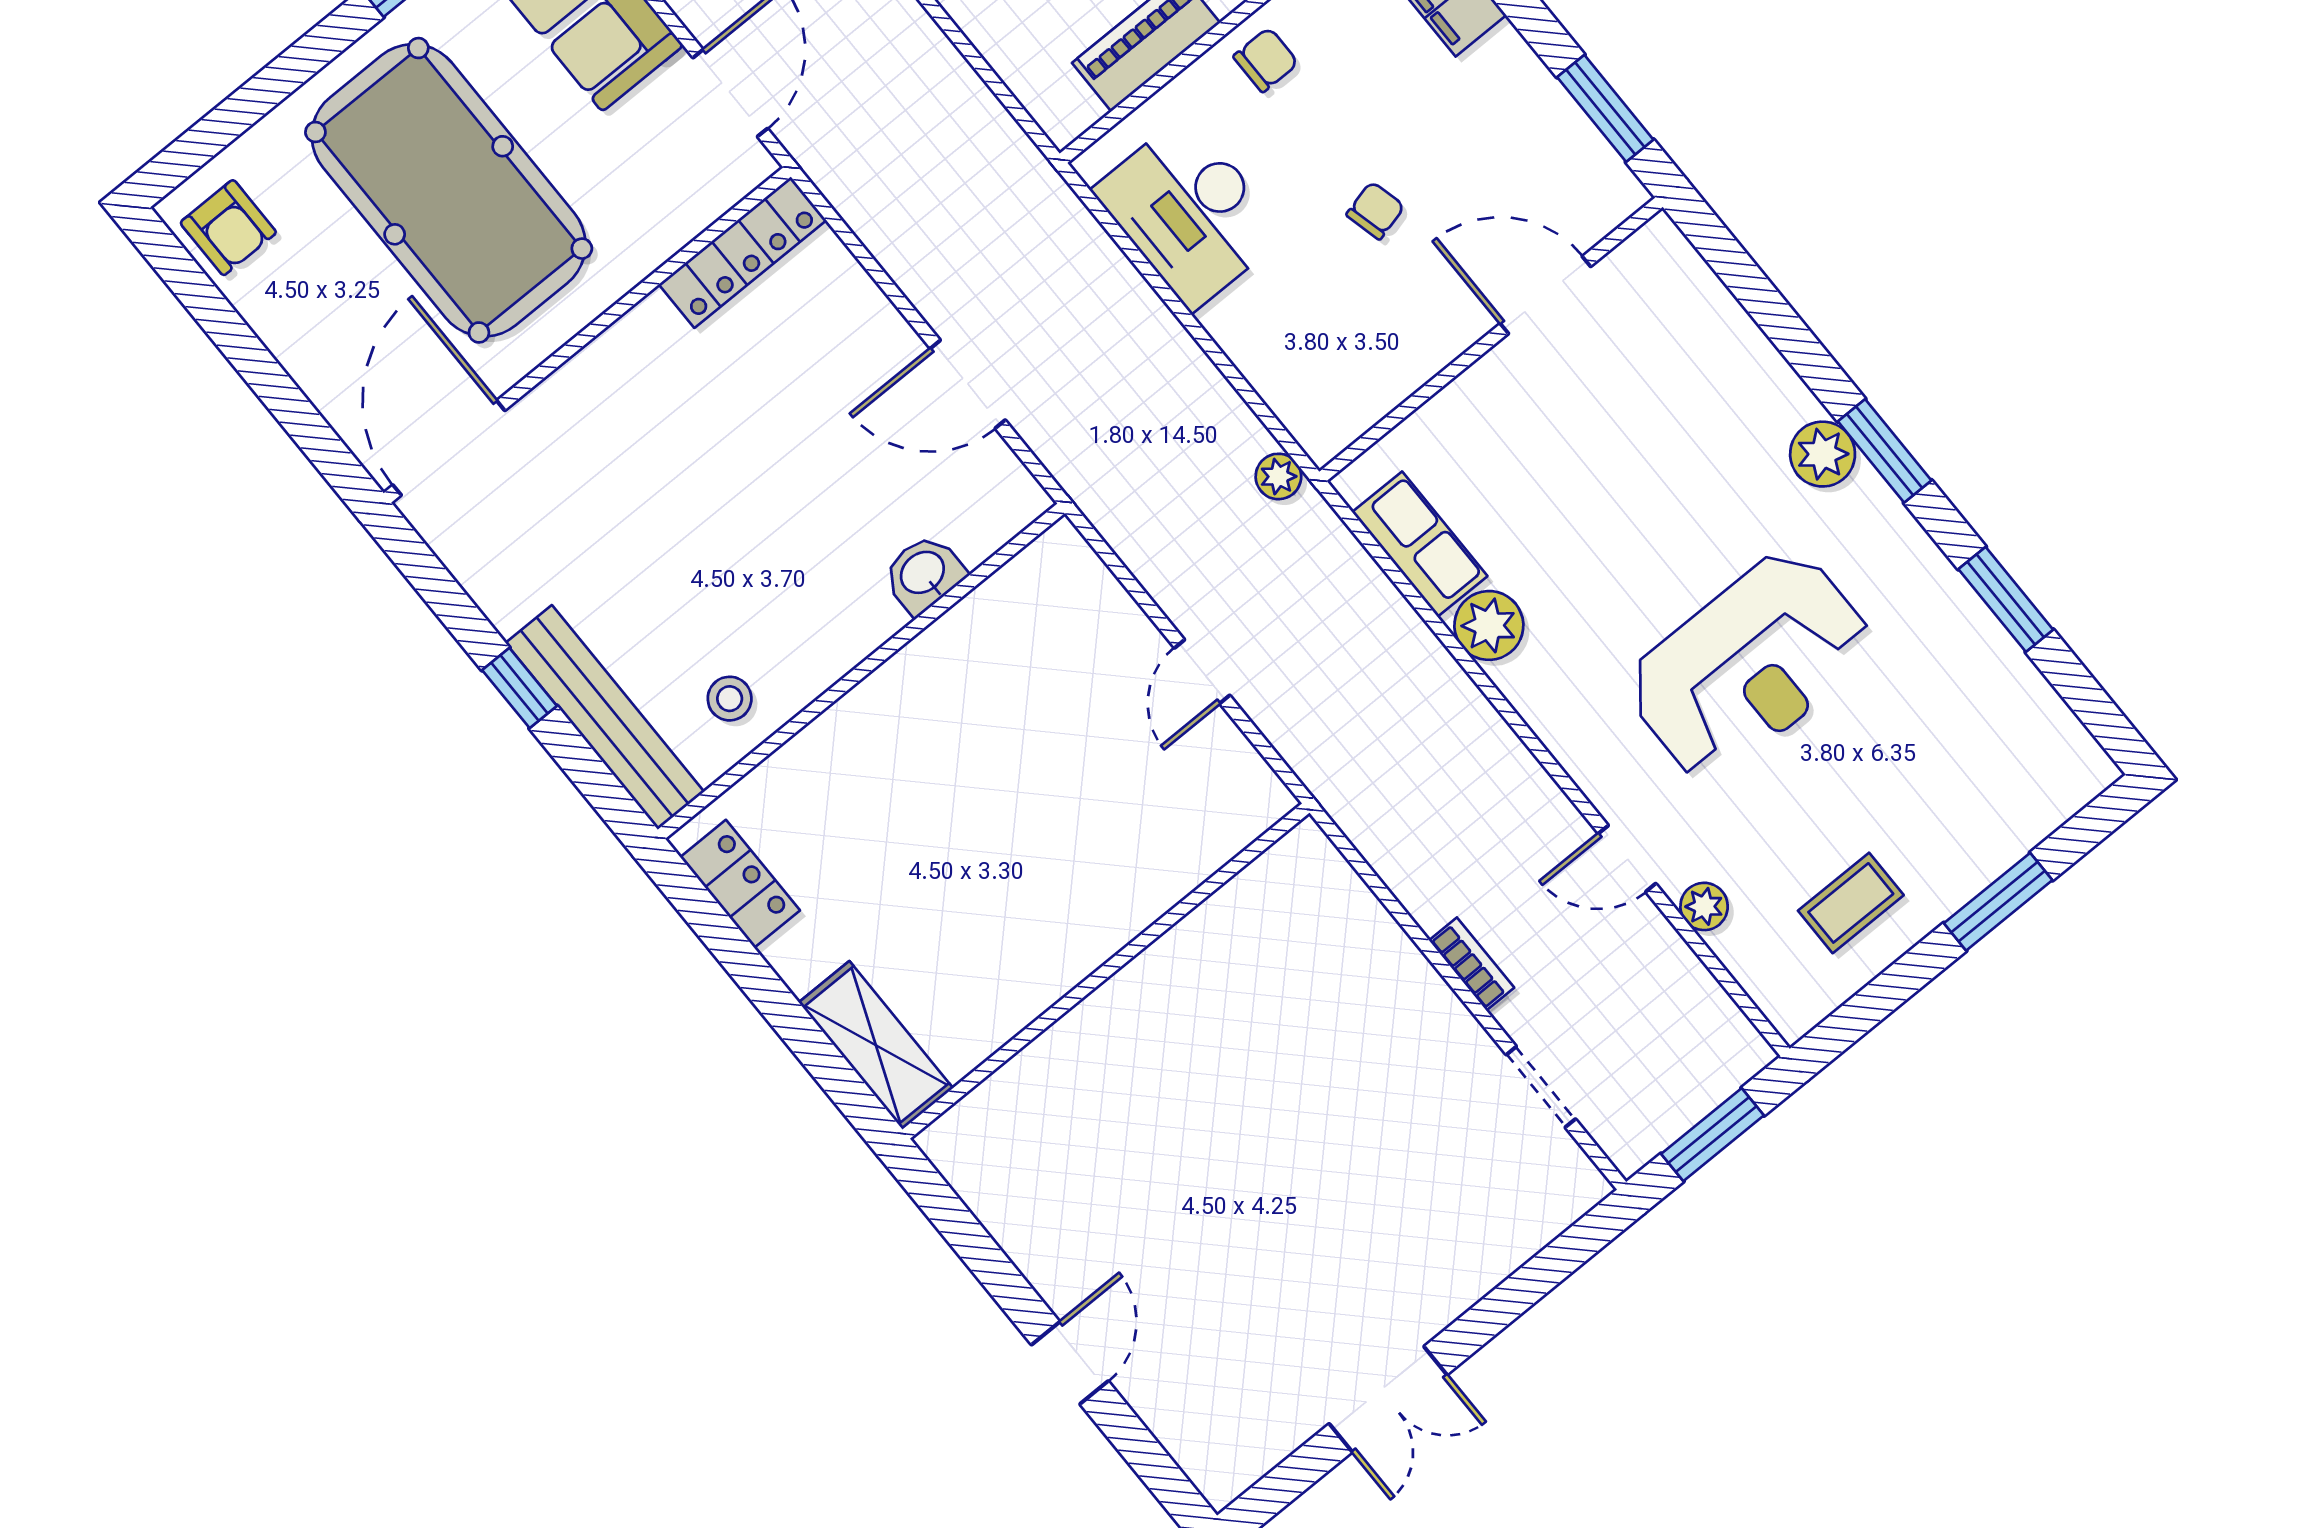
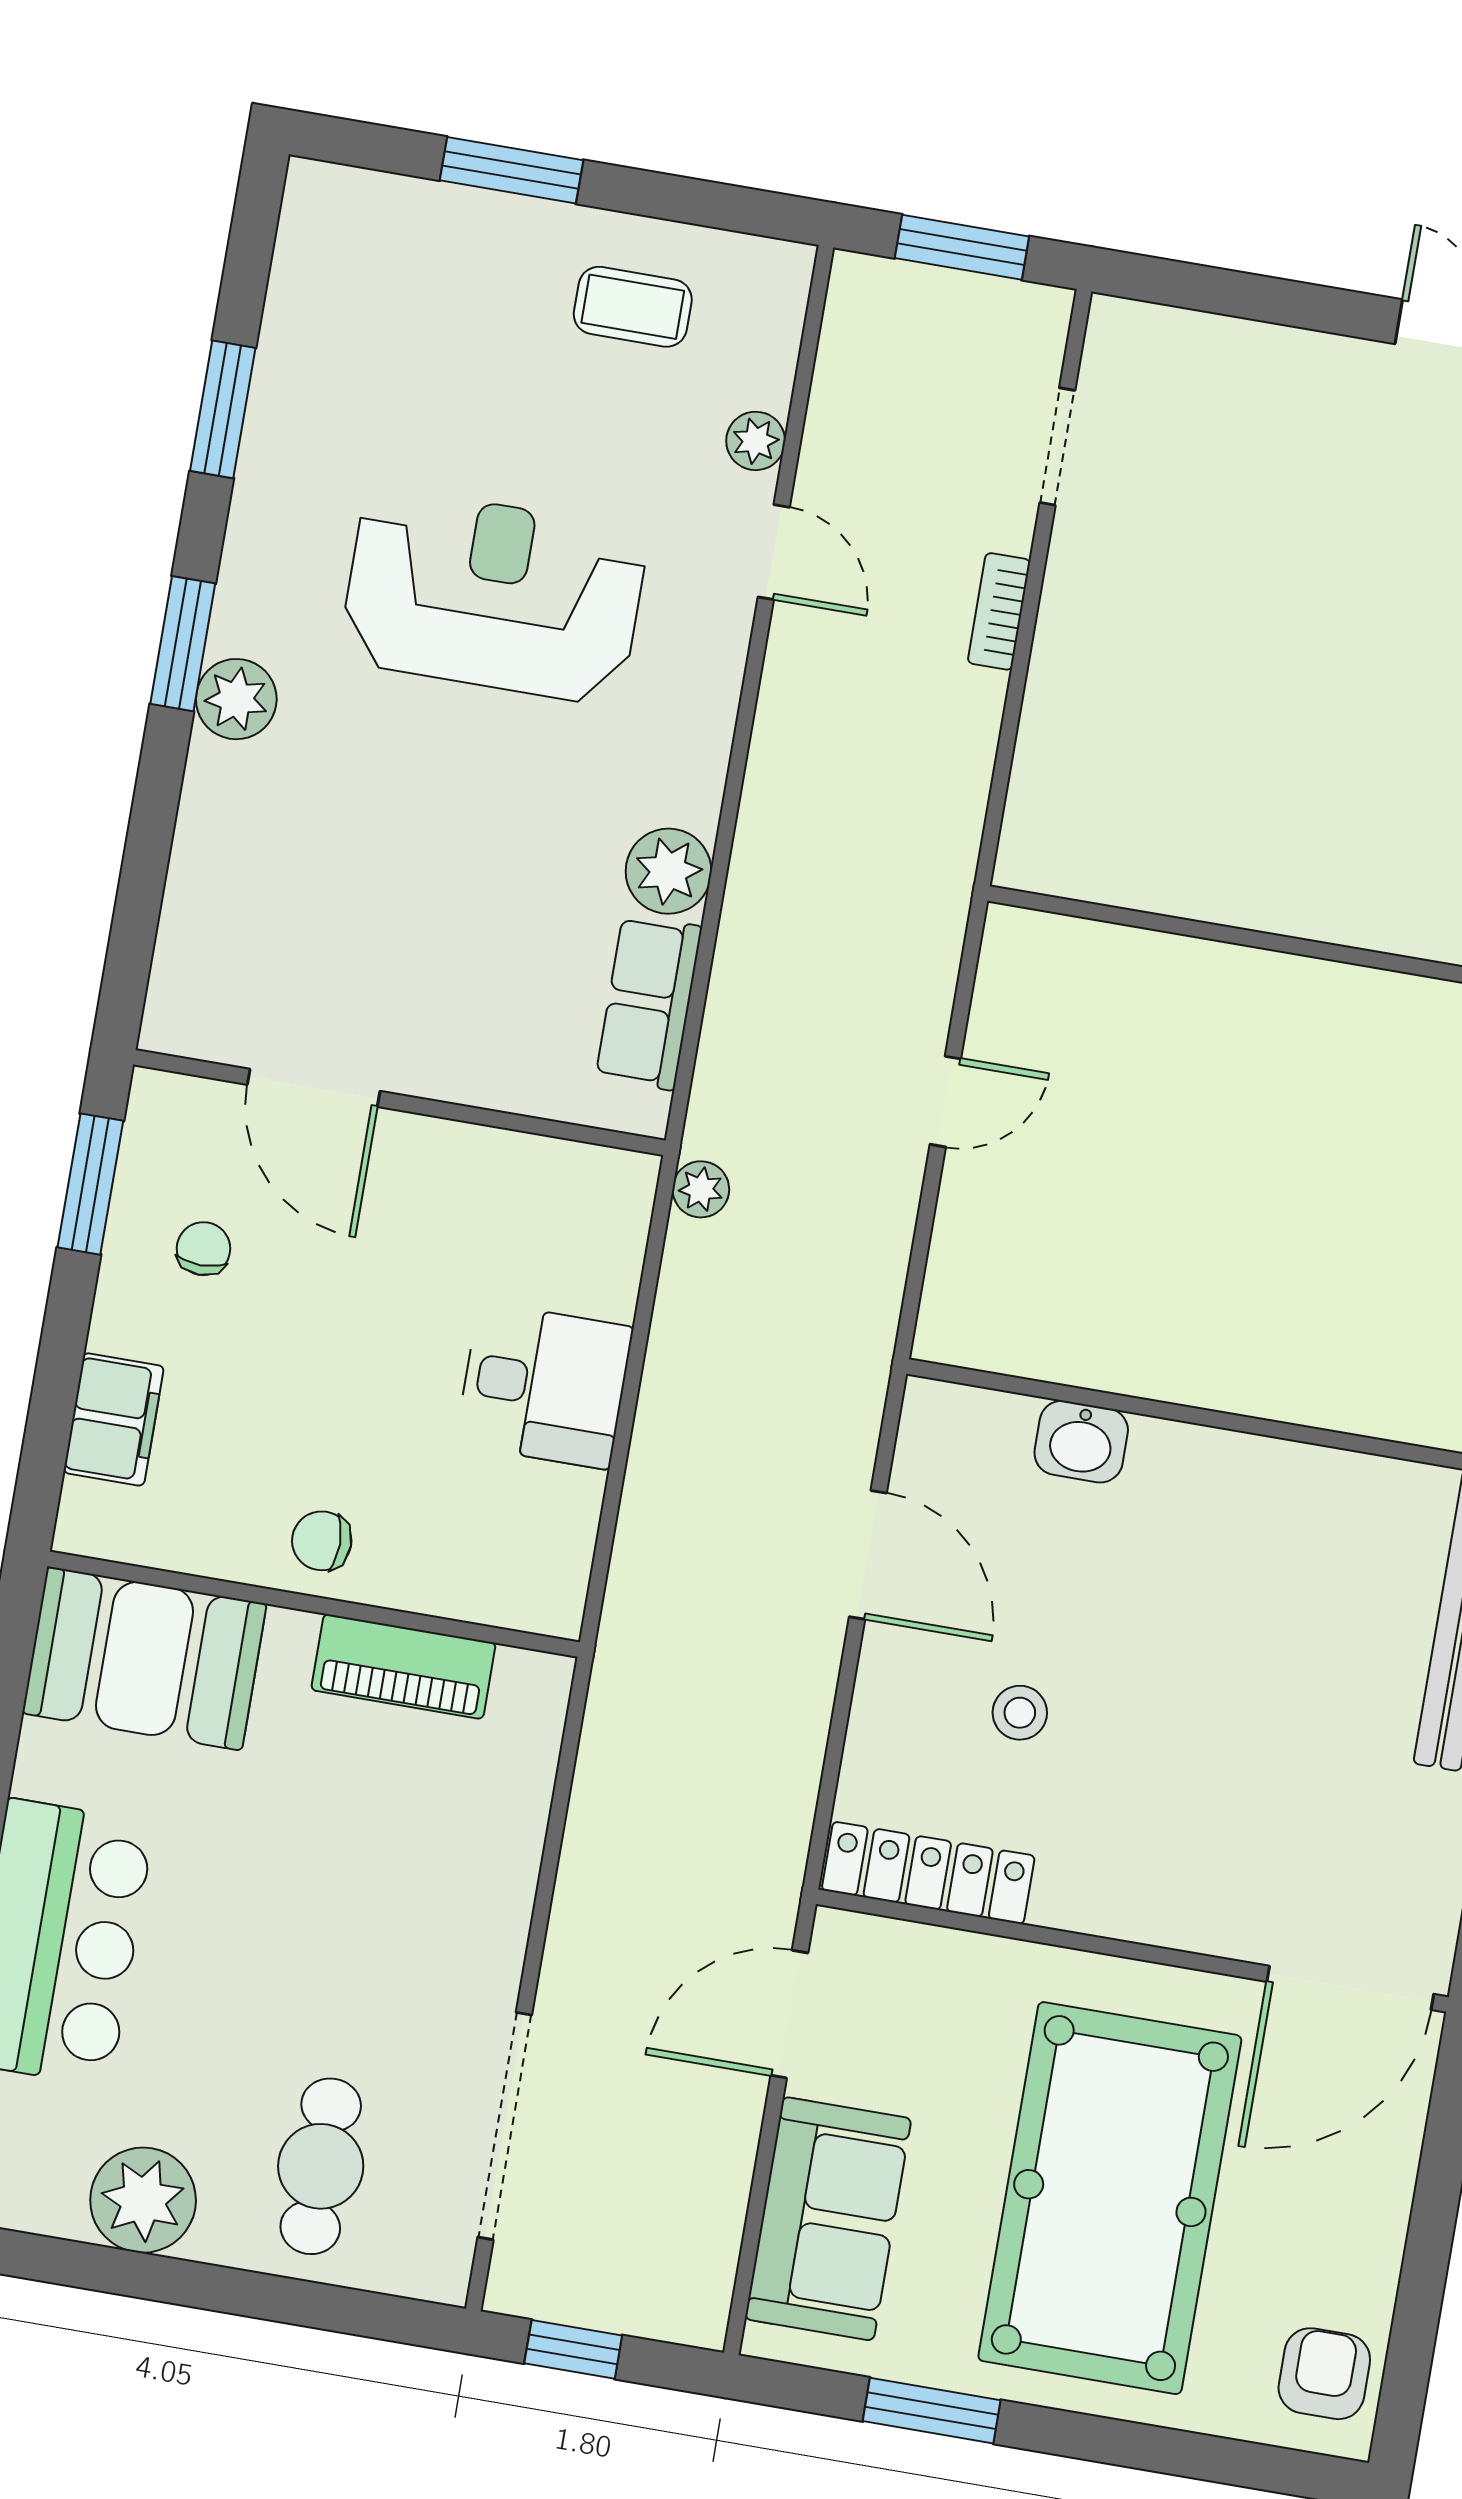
chair: (1375, 211) -> (203, 1249), moved, turned 104
desk: (1189, 212) -> (544, 1385), moved, width x0.73
stool: (730, 699) -> (1020, 1713), moved

